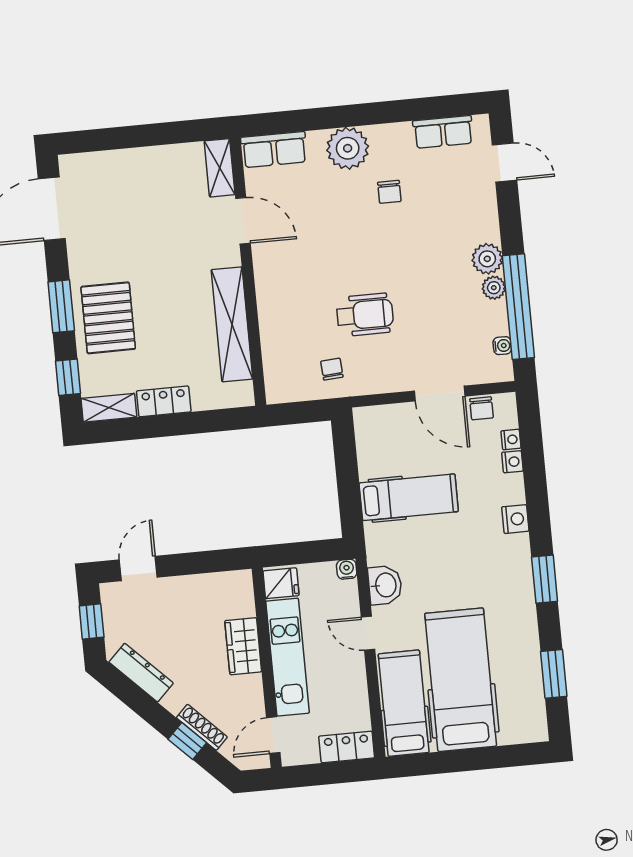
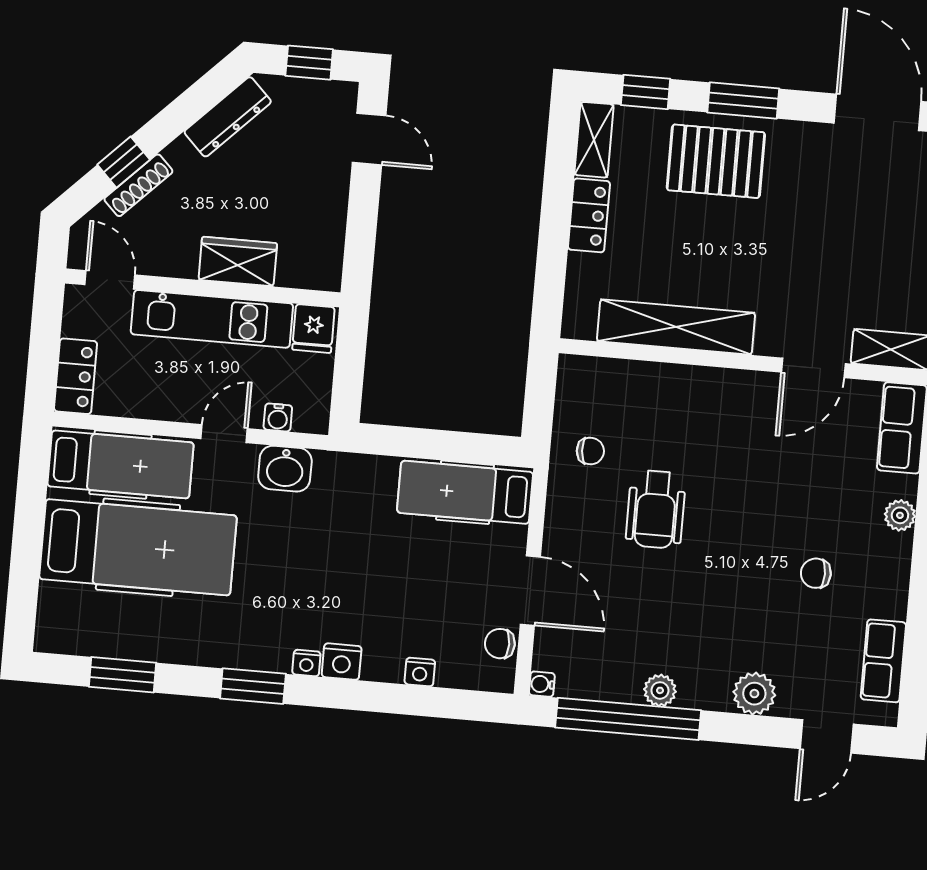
plant: (348, 148) -> (900, 515), width x0.53, depth x0.53
plant: (487, 259) -> (754, 694), moved
water cooler: (502, 346) -> (542, 684), moved, turned 90
door: (440, 394) -> (530, 591), swing flipped
nightstand: (511, 440) -> (306, 663), moved
hospital bed: (409, 497) -> (465, 492), moved, turned 90
water cooler: (347, 569) -> (278, 417), moved, turned 90

